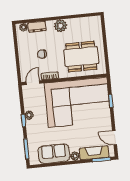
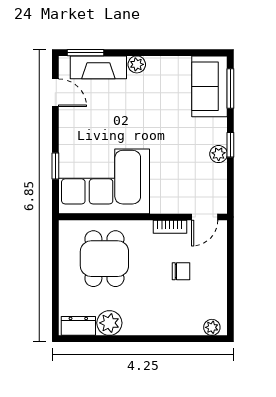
plant: (60, 26) -> (109, 323), moved
dresser: (37, 27) -> (78, 326), moved
dining table: (81, 56) -> (104, 259), width x0.73
corner sofa: (78, 102) -> (104, 181), width x0.73, depth x0.74
sofa: (54, 154) -> (210, 86), moved, turned 90

